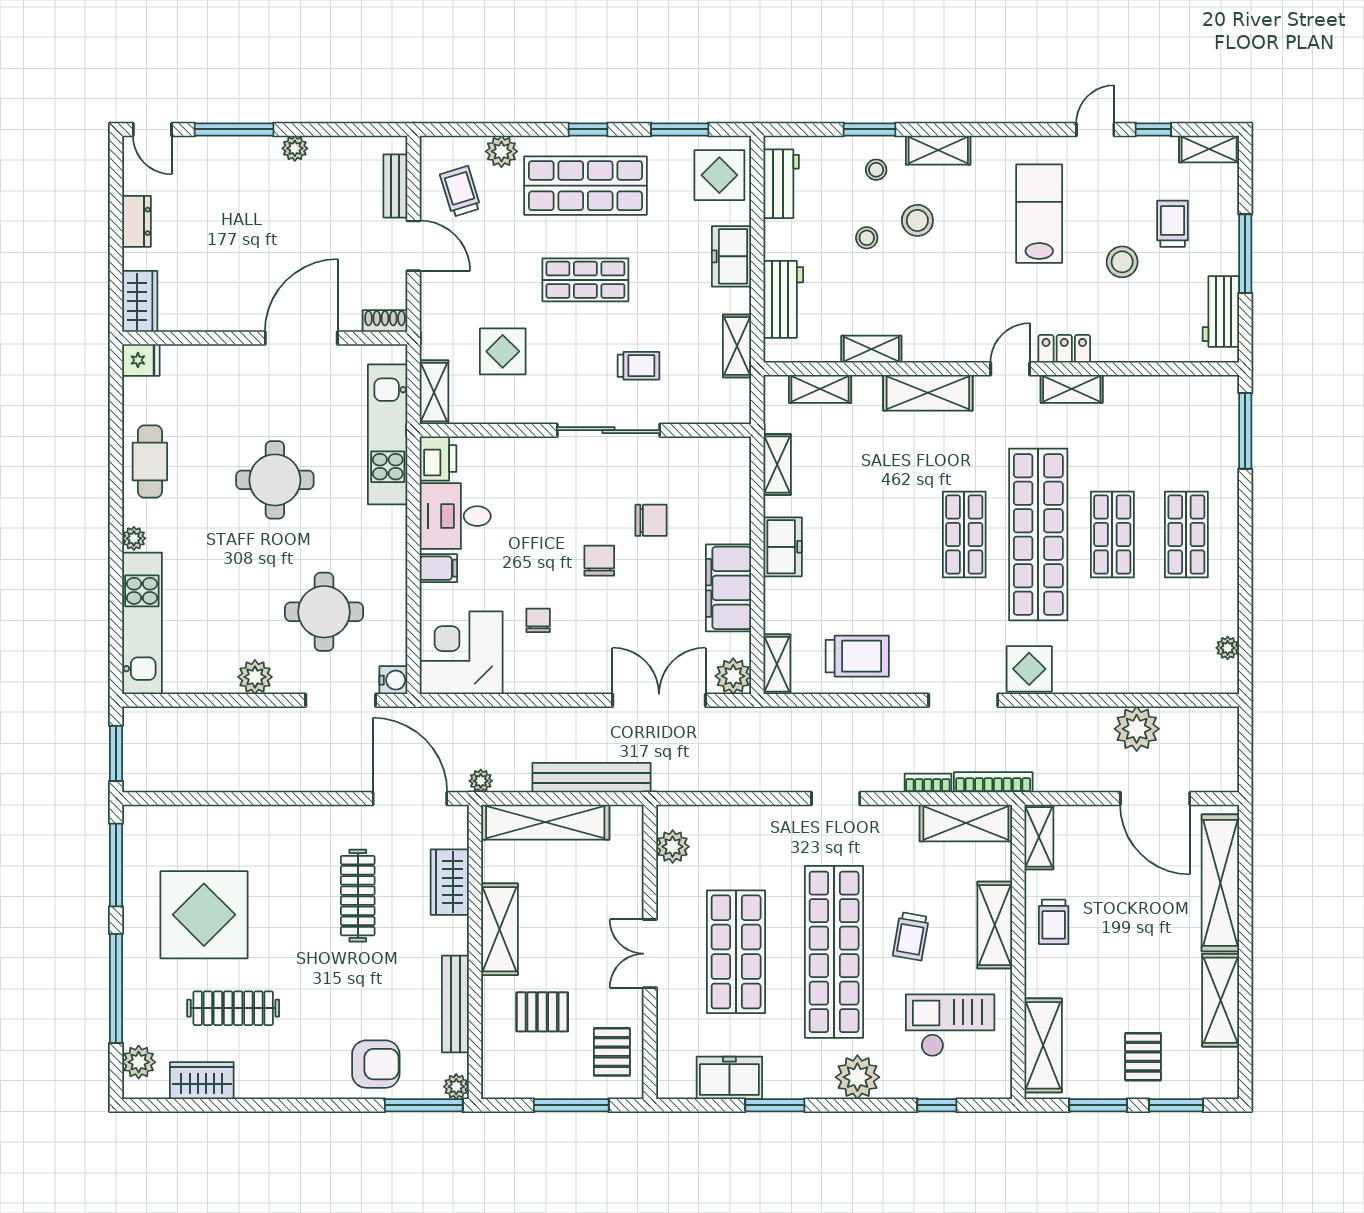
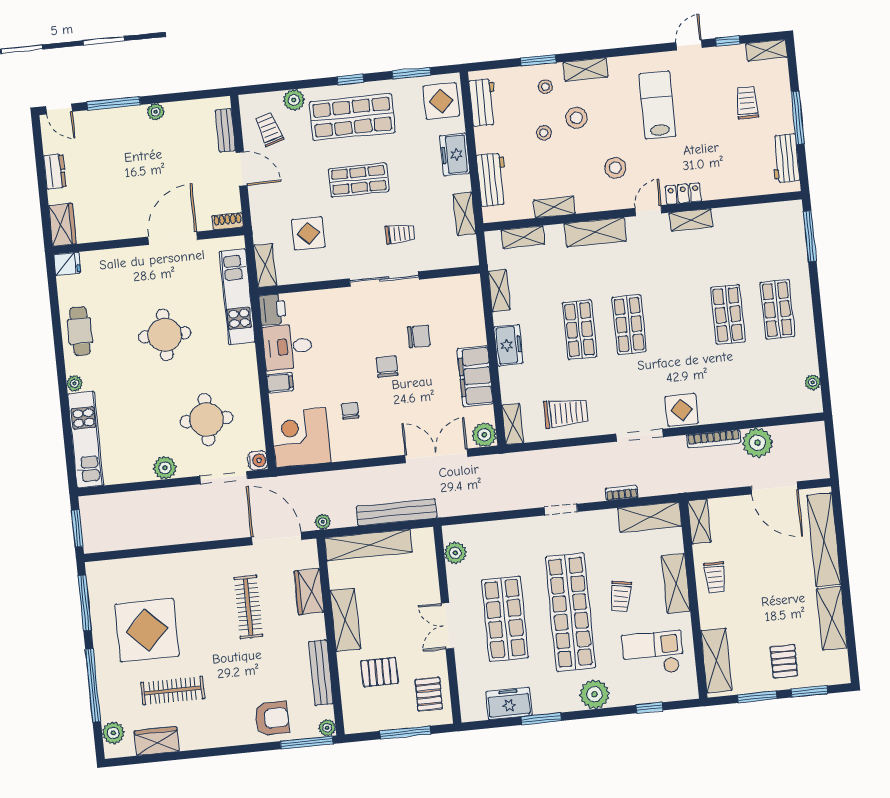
stool: (1122, 262) -> (615, 168), moved
shop shelf: (1038, 534) -> (580, 330), moved, width x0.50, depth x0.74
bookcase: (993, 782) -> (714, 439), moved, turned 180

